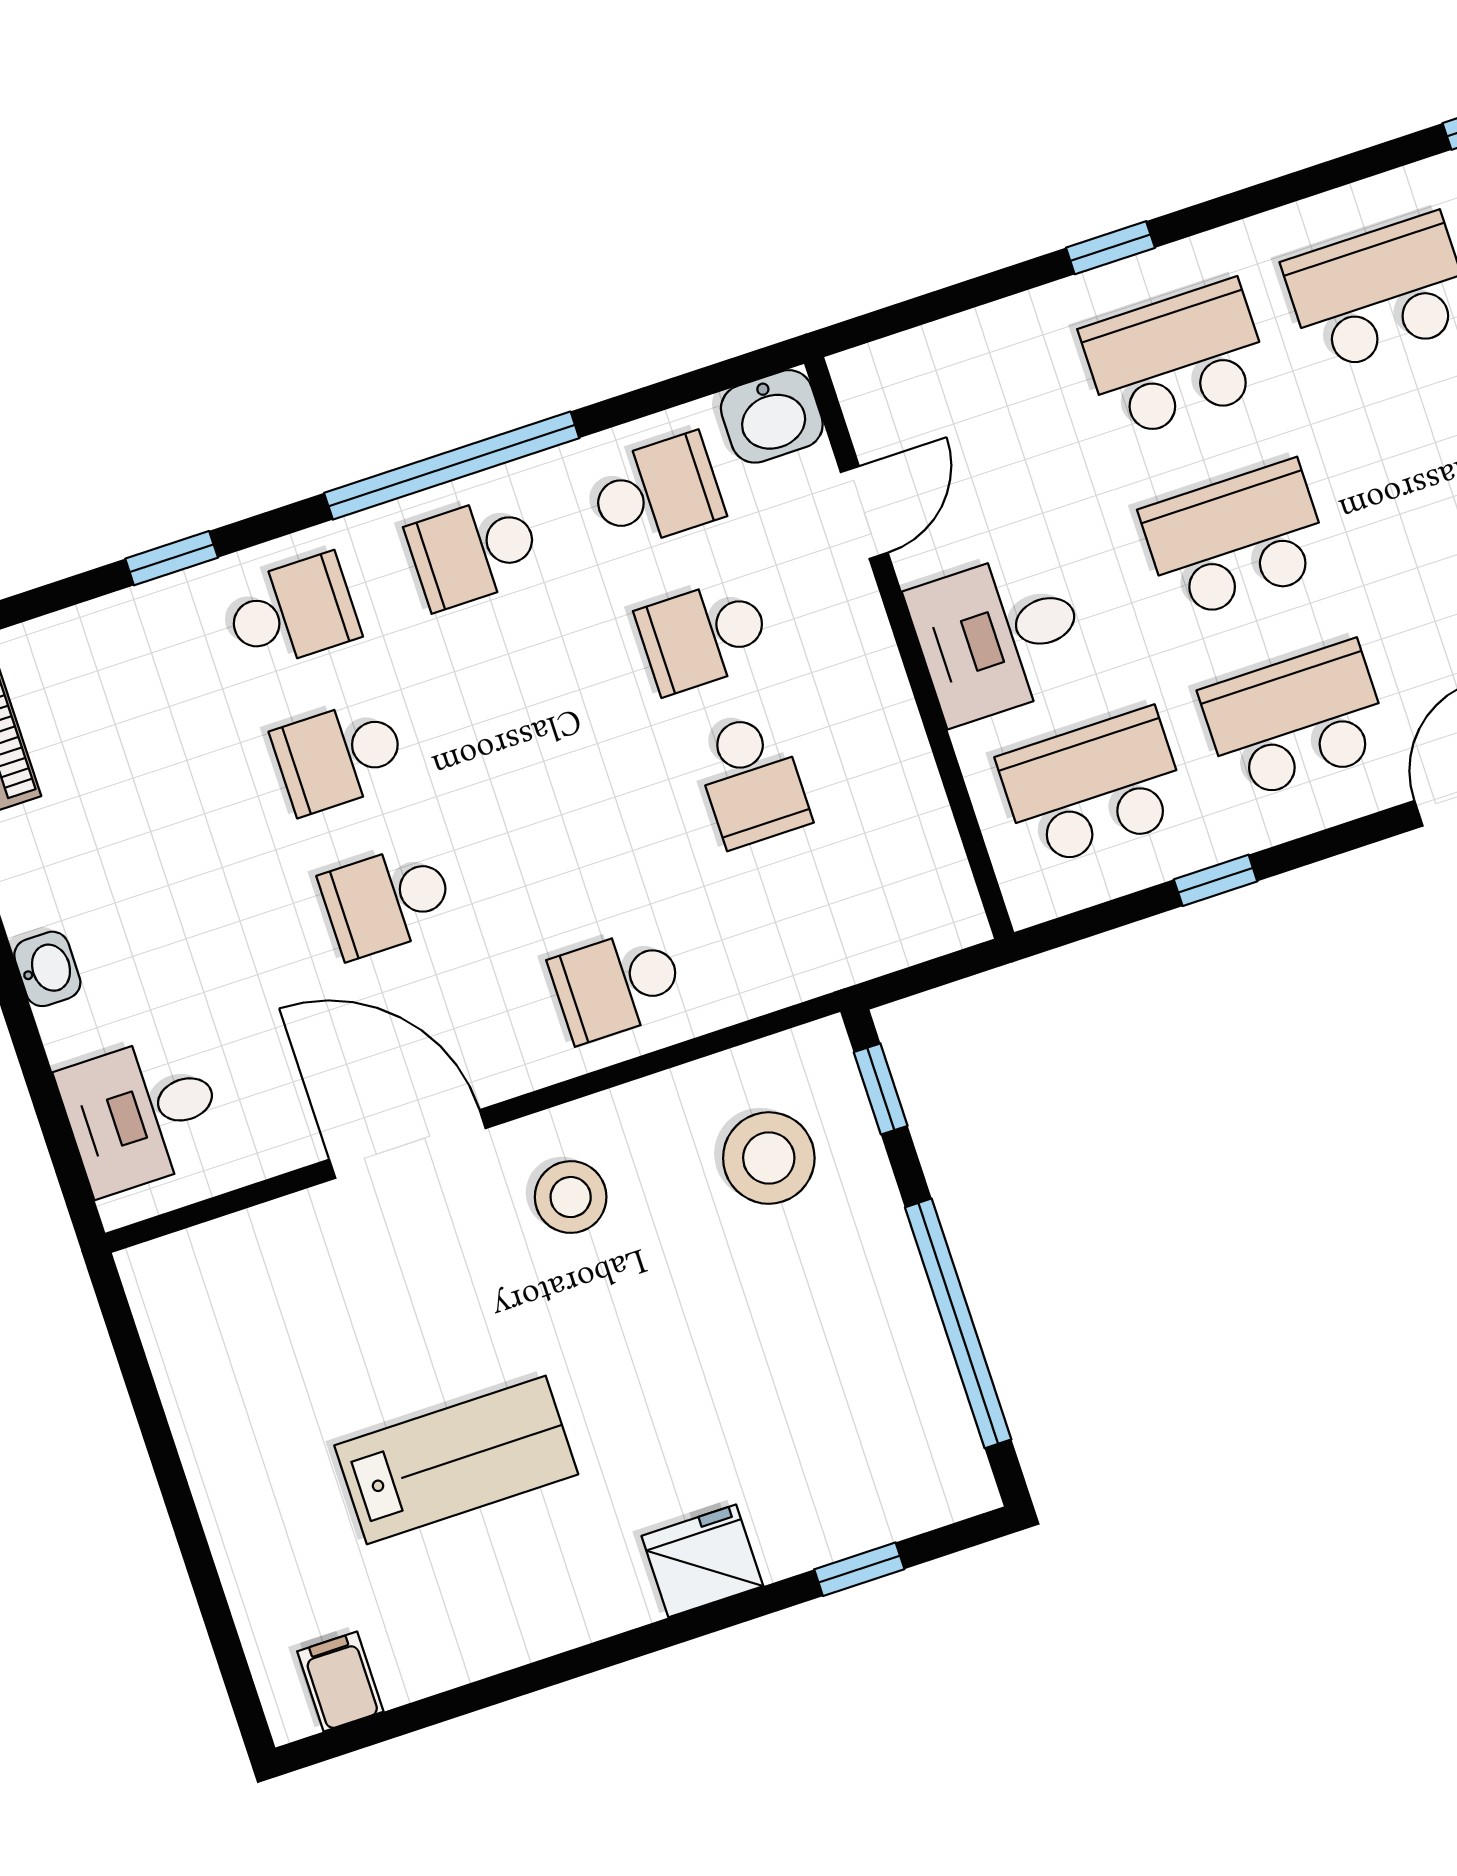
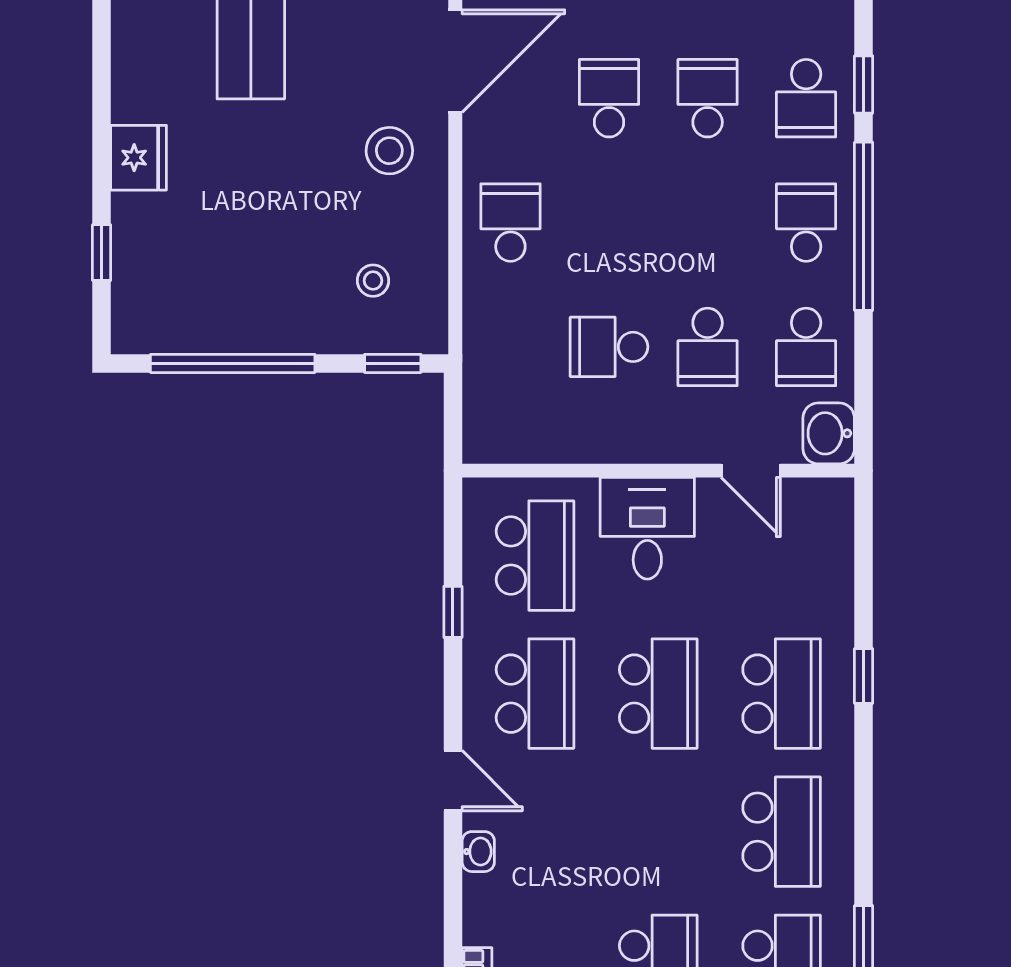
window: (172, 558) -> (864, 85), moved
school desk: (704, 636) -> (708, 347), turned 180
stool: (769, 1158) -> (373, 281), width x0.53, depth x0.53

